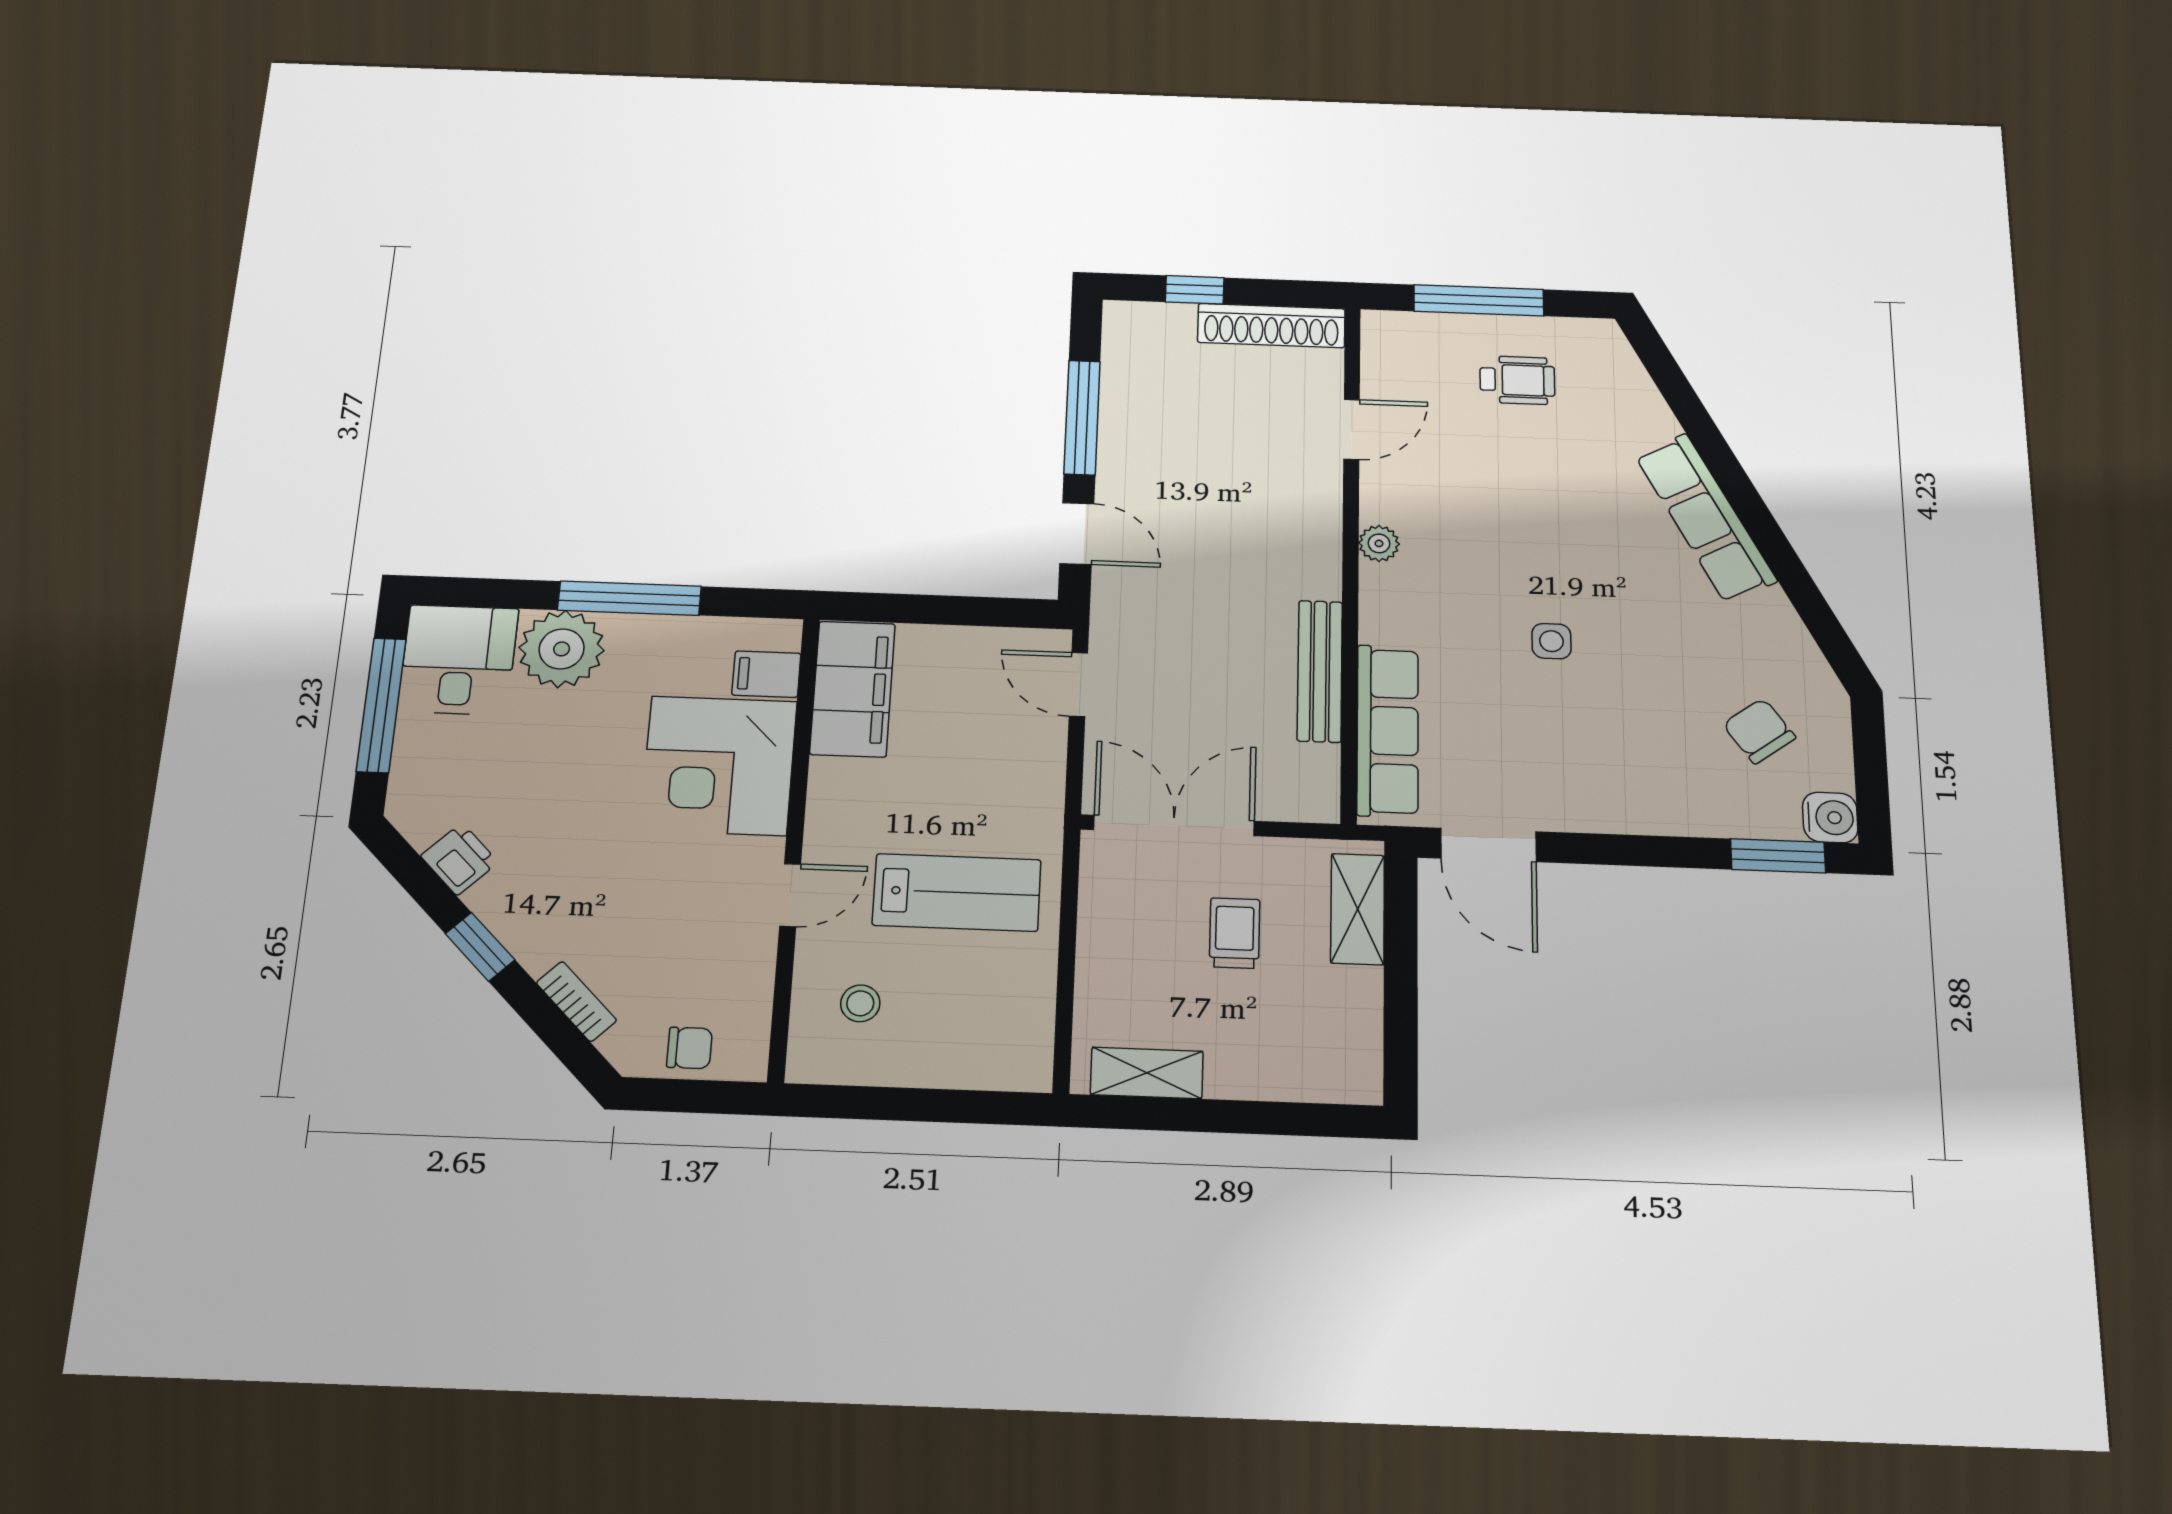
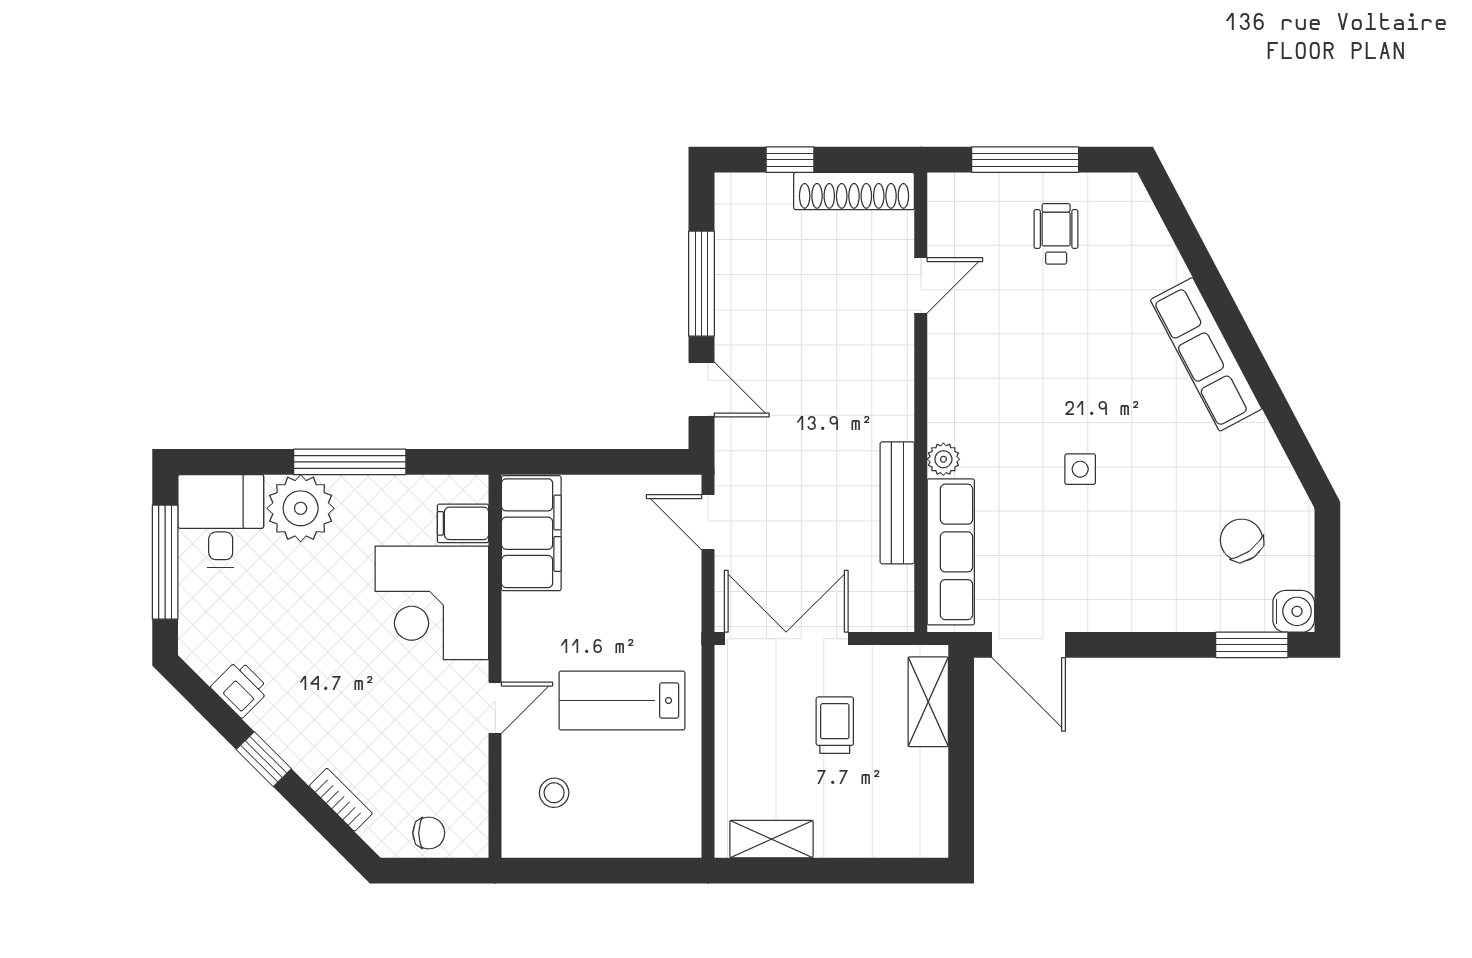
wheelchair: (1517, 380) -> (1056, 234), turned -90
plant: (1379, 543) -> (943, 459), moved
lab bench: (957, 892) -> (622, 701), turned 180

